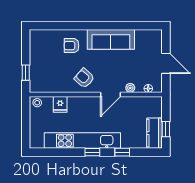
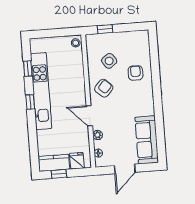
sofa: (111, 39) -> (147, 140), moved
side table: (58, 71) -> (109, 61), added
fridge: (60, 104) -> (77, 161), moved, turned 90
window: (122, 152) -> (28, 69), moved

